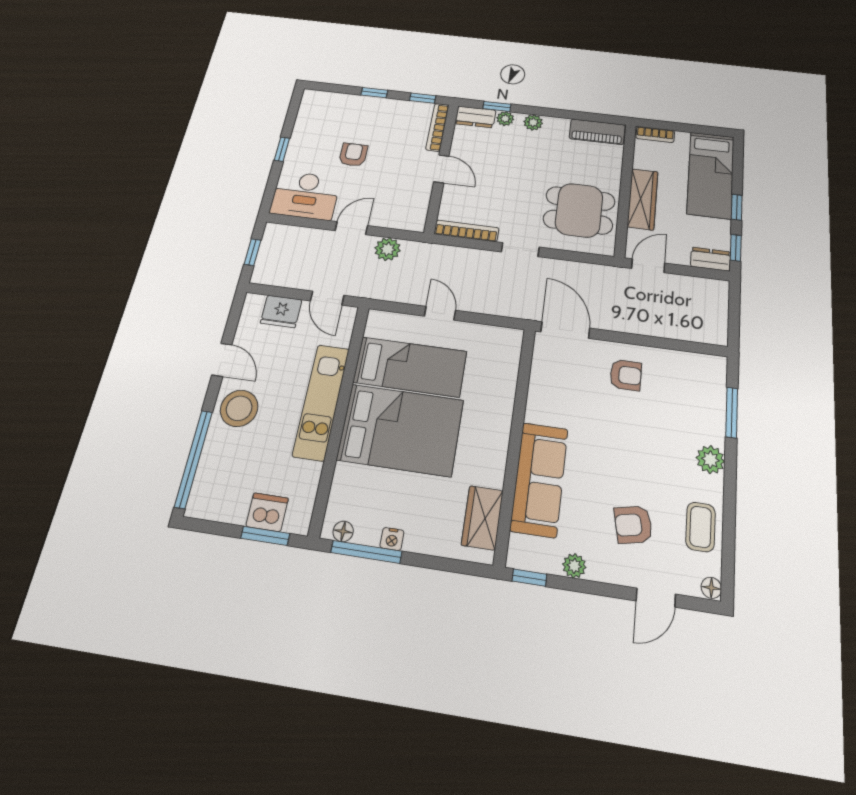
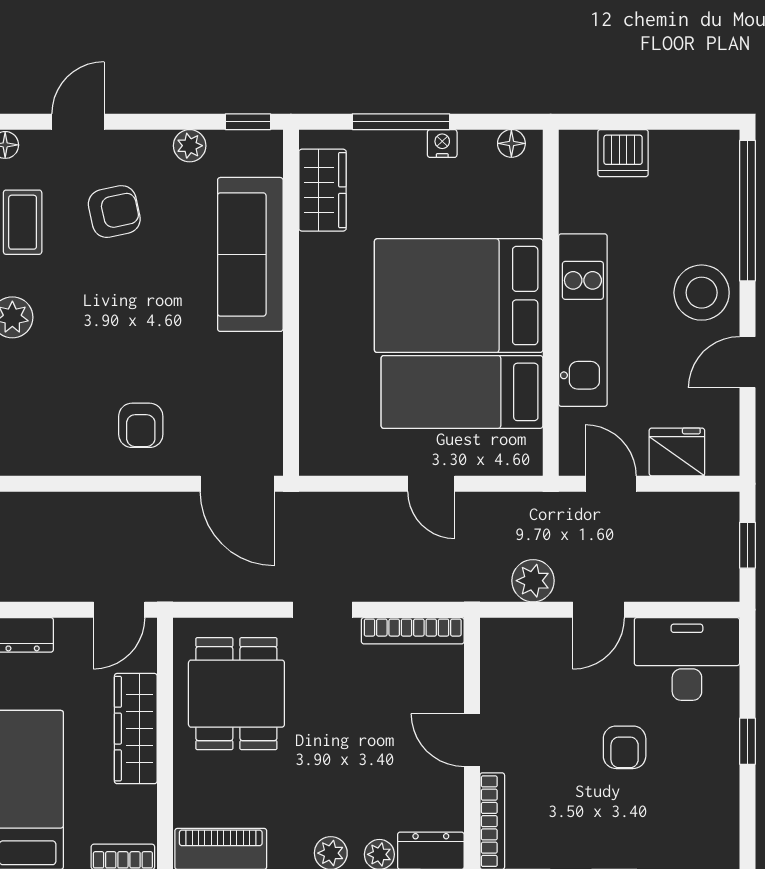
dining table: (579, 210) -> (236, 694), turned 90
door: (222, 360) -> (747, 362), hinge flipped
armchair: (626, 375) -> (141, 425), turned -90
window: (265, 536) -> (618, 122), removed
window: (366, 552) -> (401, 122), moved

